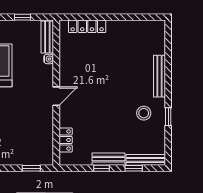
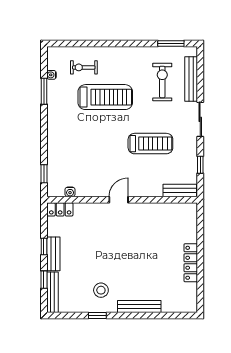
locker: (87, 26) -> (191, 263), moved
water cooler: (49, 59) -> (70, 192), moved
door: (56, 96) -> (119, 200), swing flipped
locker: (66, 140) -> (60, 209), moved

